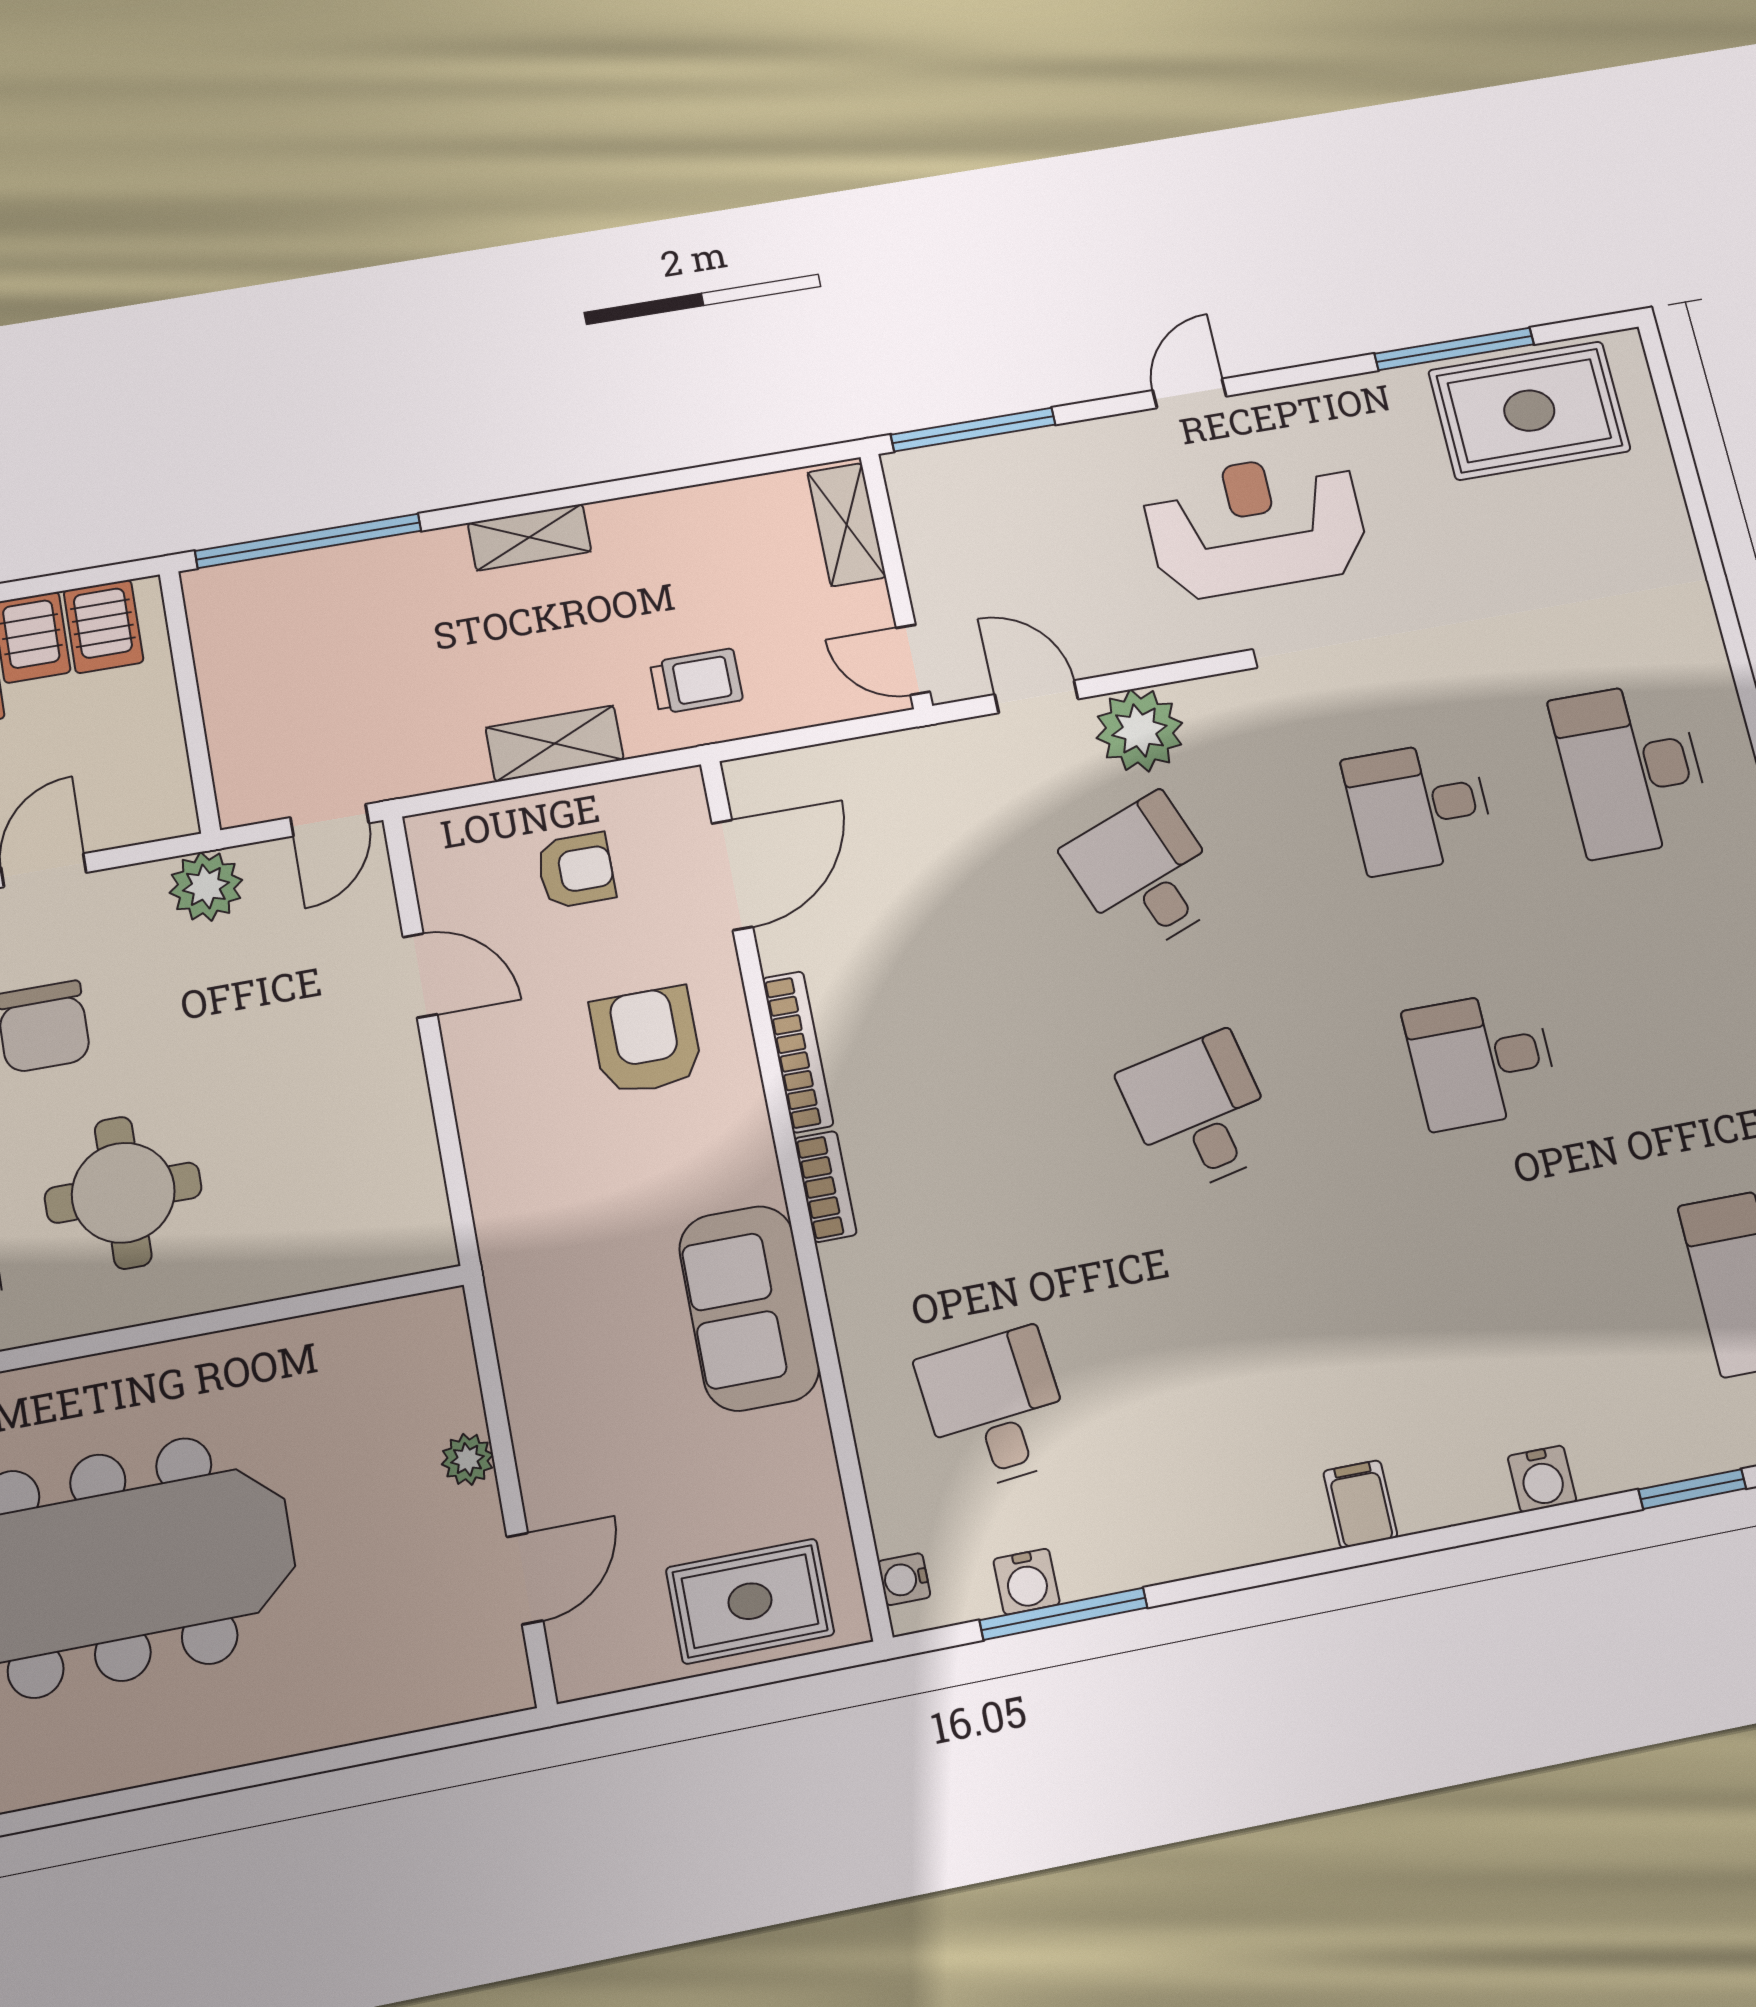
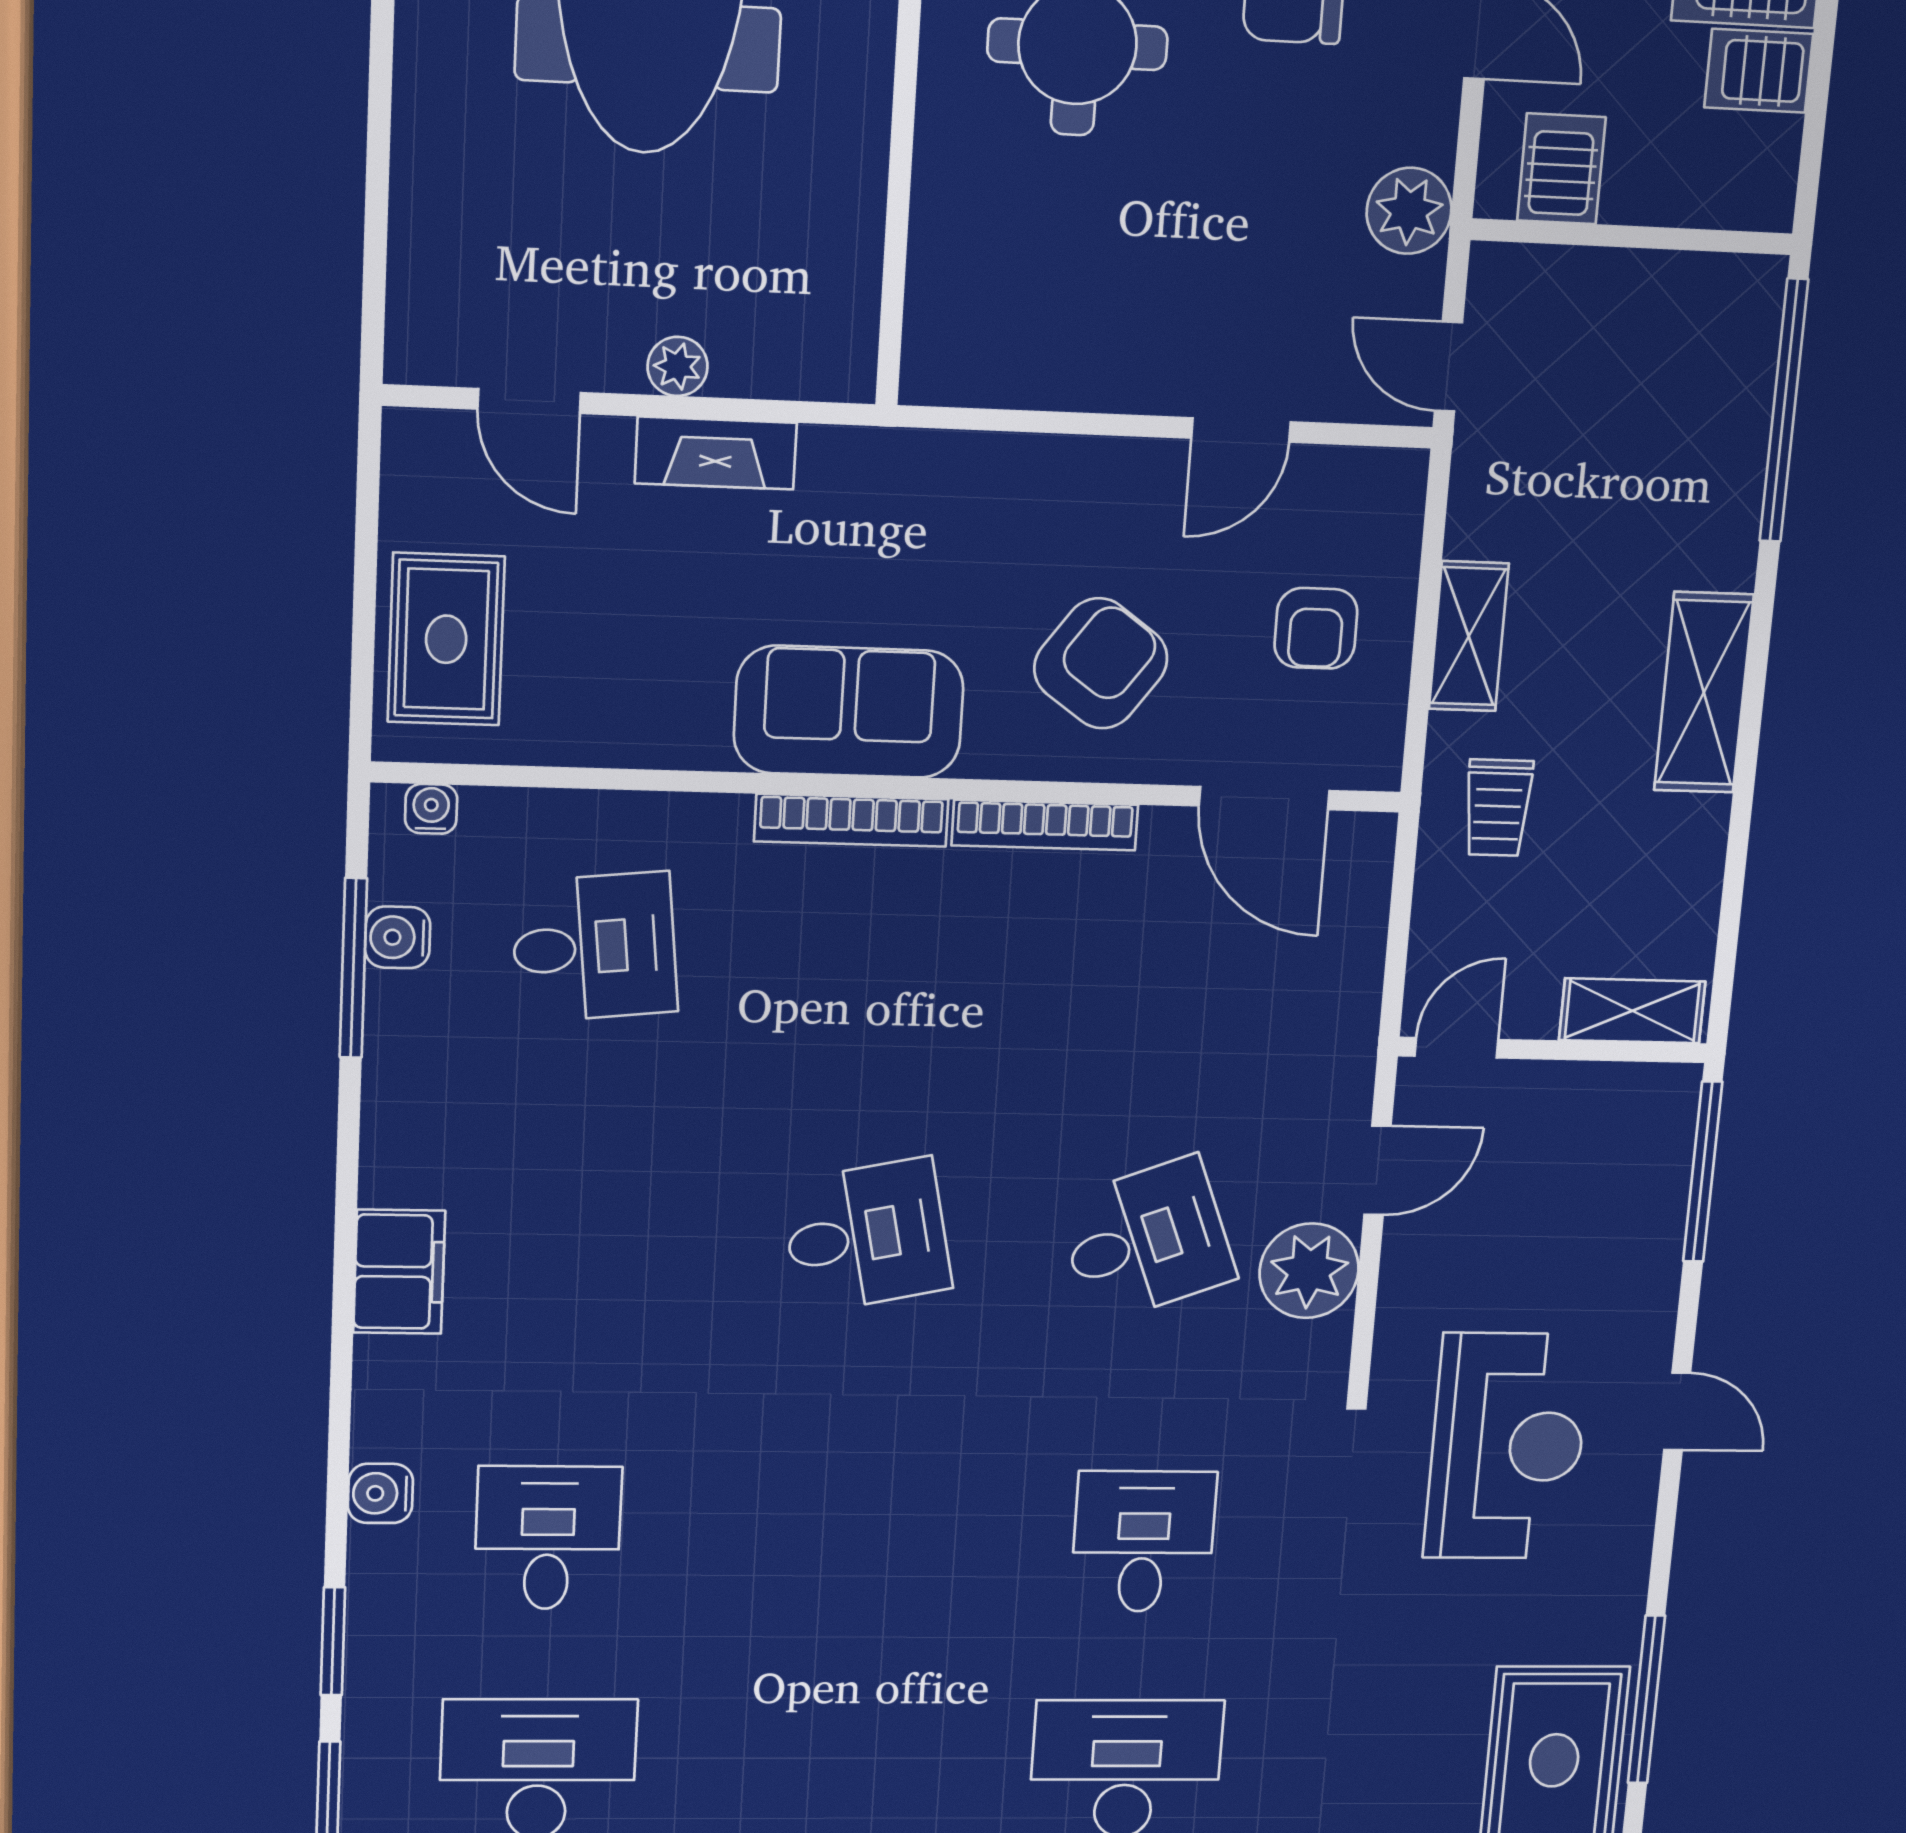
shelving: (529, 537) -> (1704, 693), width x1.50, depth x1.33
server rack: (103, 626) -> (1561, 169), moved, turned 90
armchair: (646, 1041) -> (1101, 663), turned -54
desk: (1481, 1060) -> (548, 1538), moved
bookcase: (825, 1187) -> (851, 820), width x1.56
sofa: (749, 1308) -> (849, 712), moved
fireplace: (536, 1409) -> (716, 453), added
filing cabinet: (1360, 1504) -> (399, 1272), width x2.00

